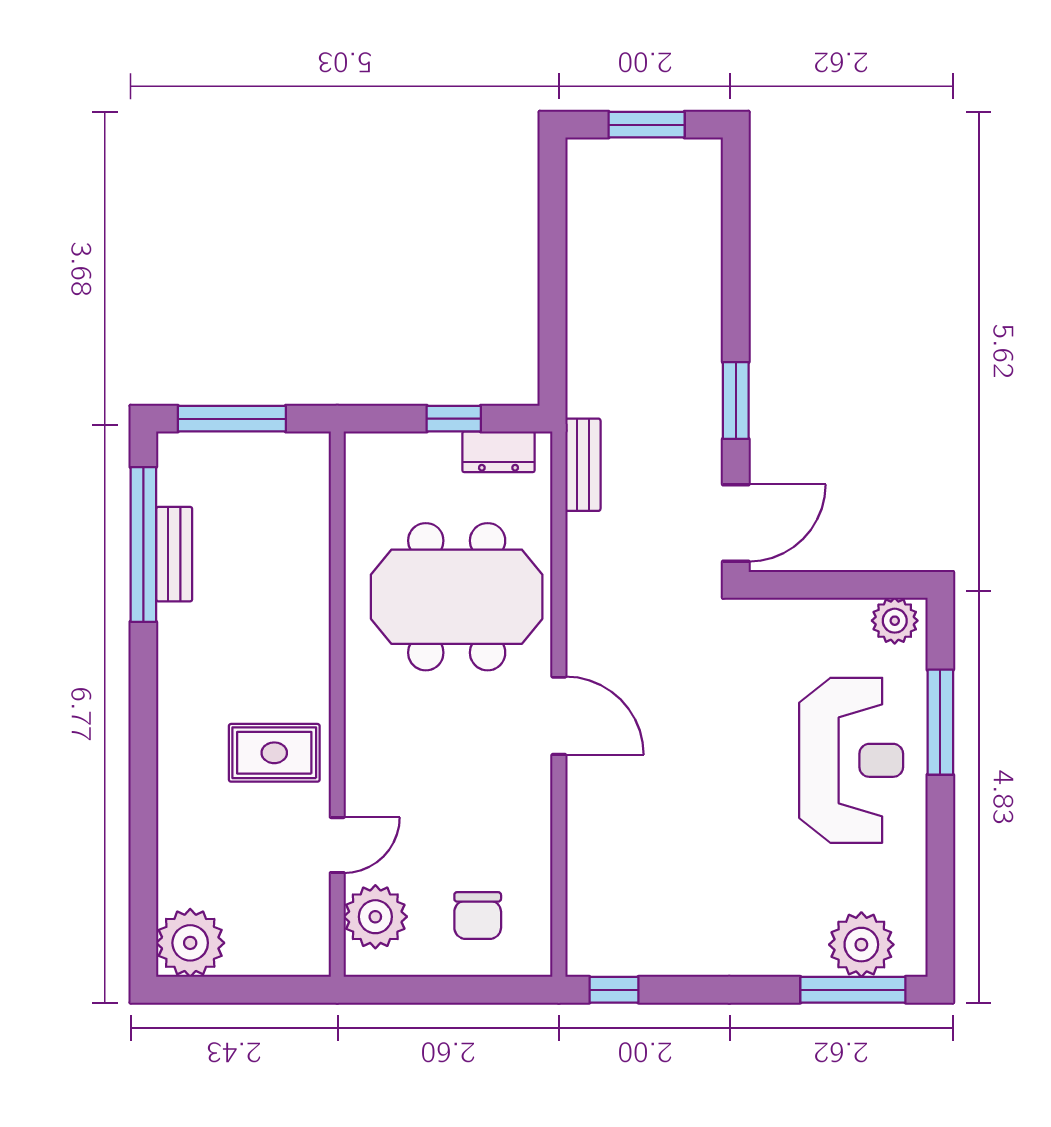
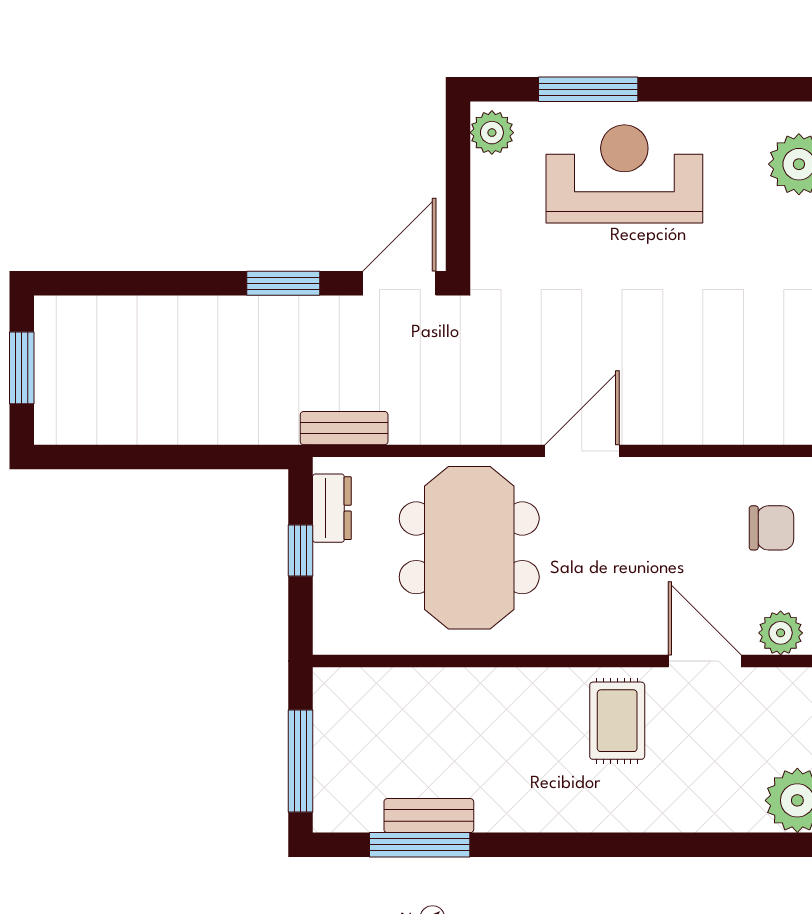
door: (736, 523) -> (399, 283), hinge flipped
window: (143, 544) -> (420, 845), width x0.68
door: (337, 845) -> (705, 661), width x1.38
plant: (375, 917) -> (781, 633), width x0.73, depth x0.73

